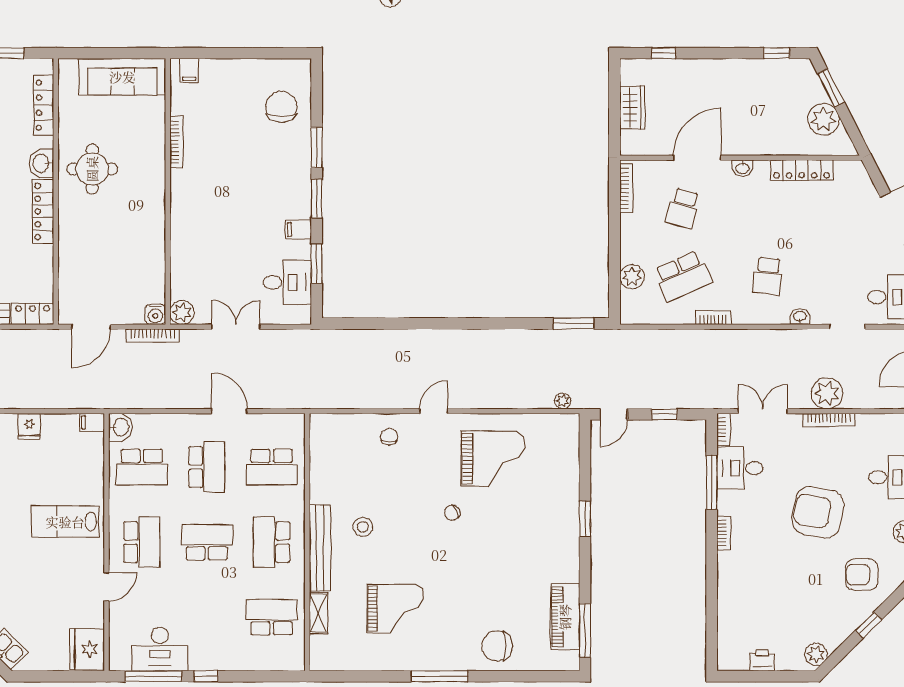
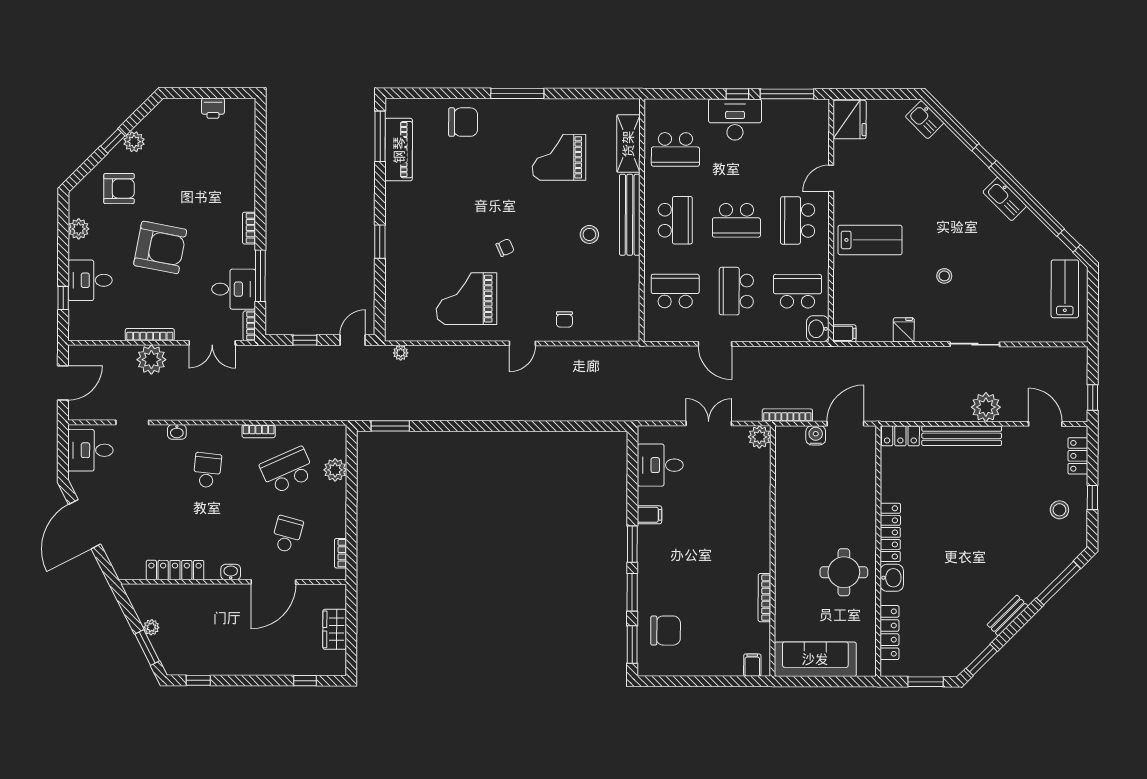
chair: (281, 107) -> (666, 631), turned -90
plant: (823, 119) -> (151, 627), width x0.53, depth x0.53
bookcase: (626, 188) -> (341, 553), width x0.64
window: (317, 264) -> (632, 644), moved
water cooler: (155, 314) -> (816, 435), moved
double door: (236, 327) -> (709, 423), swing flipped
shelving: (318, 613) -> (628, 144), width x1.50, depth x1.33
desk: (160, 649) -> (735, 120), moved
plant: (816, 654) -> (134, 142), moved

